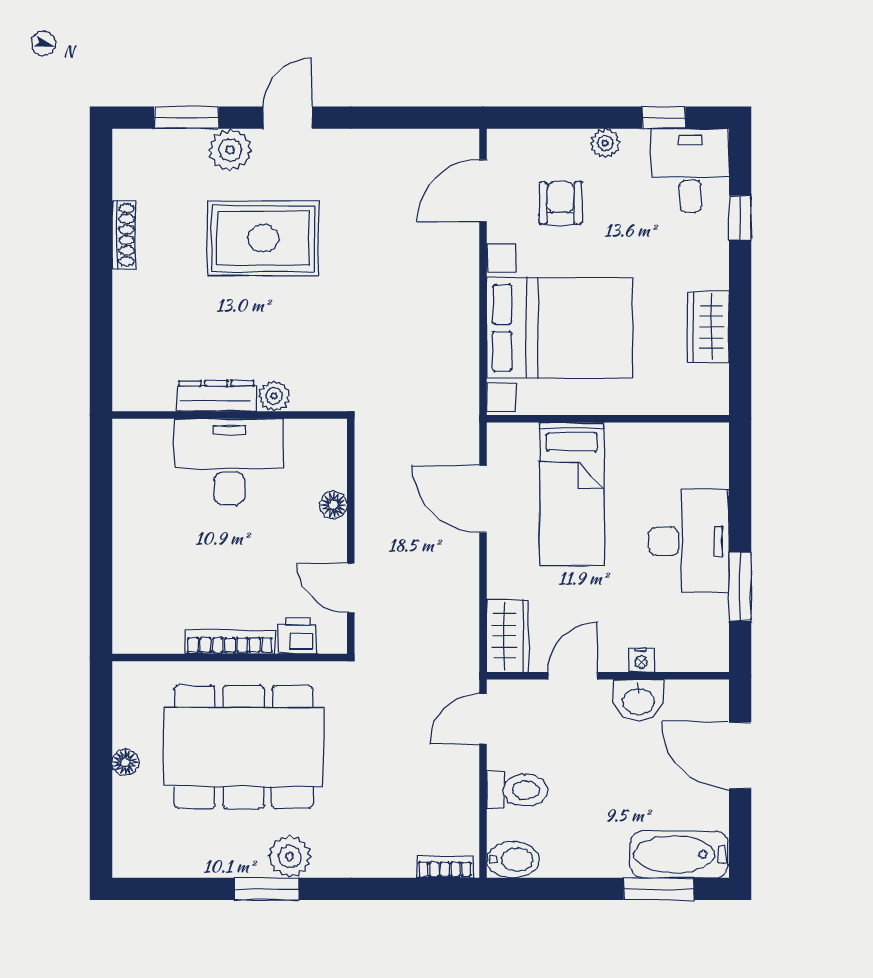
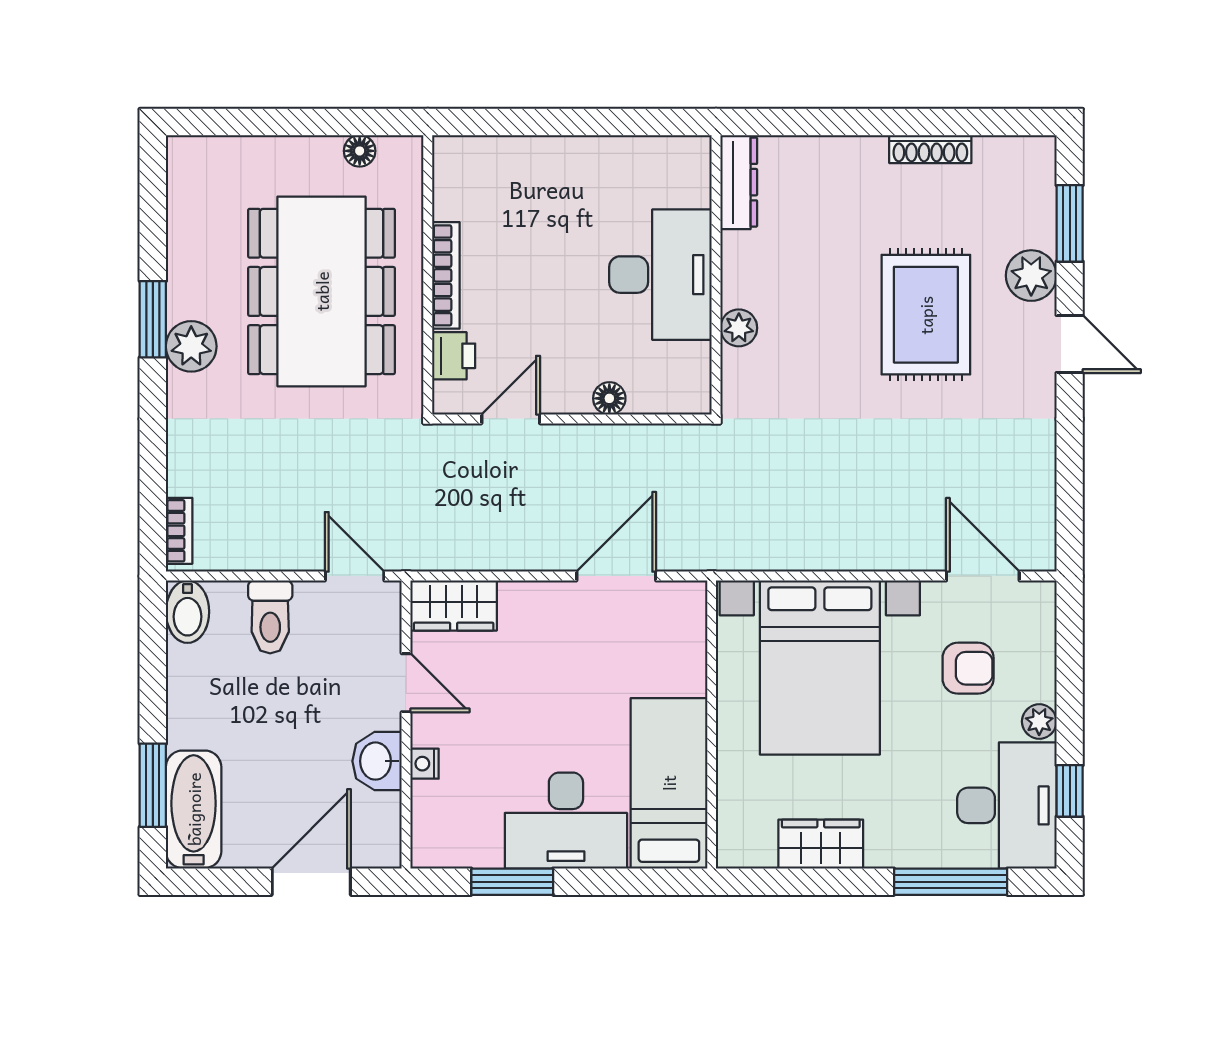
desk: (690, 170) -> (1007, 805), width x1.37
window: (740, 218) -> (951, 882), width x2.17
dresser: (216, 396) -> (739, 182), moved
bed: (572, 494) -> (669, 783), moved, turned 90
floor lamp: (125, 762) -> (360, 151), moved

